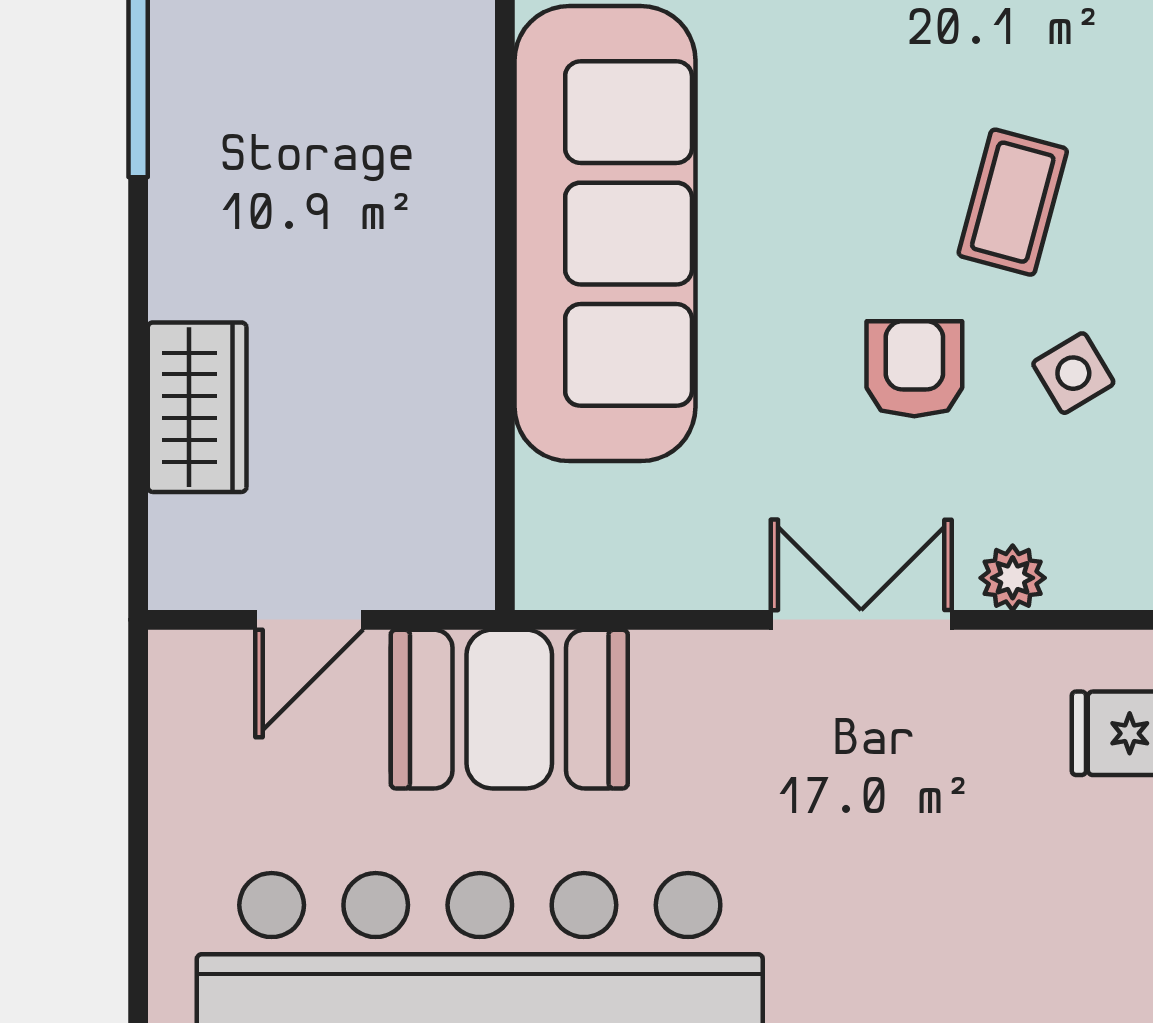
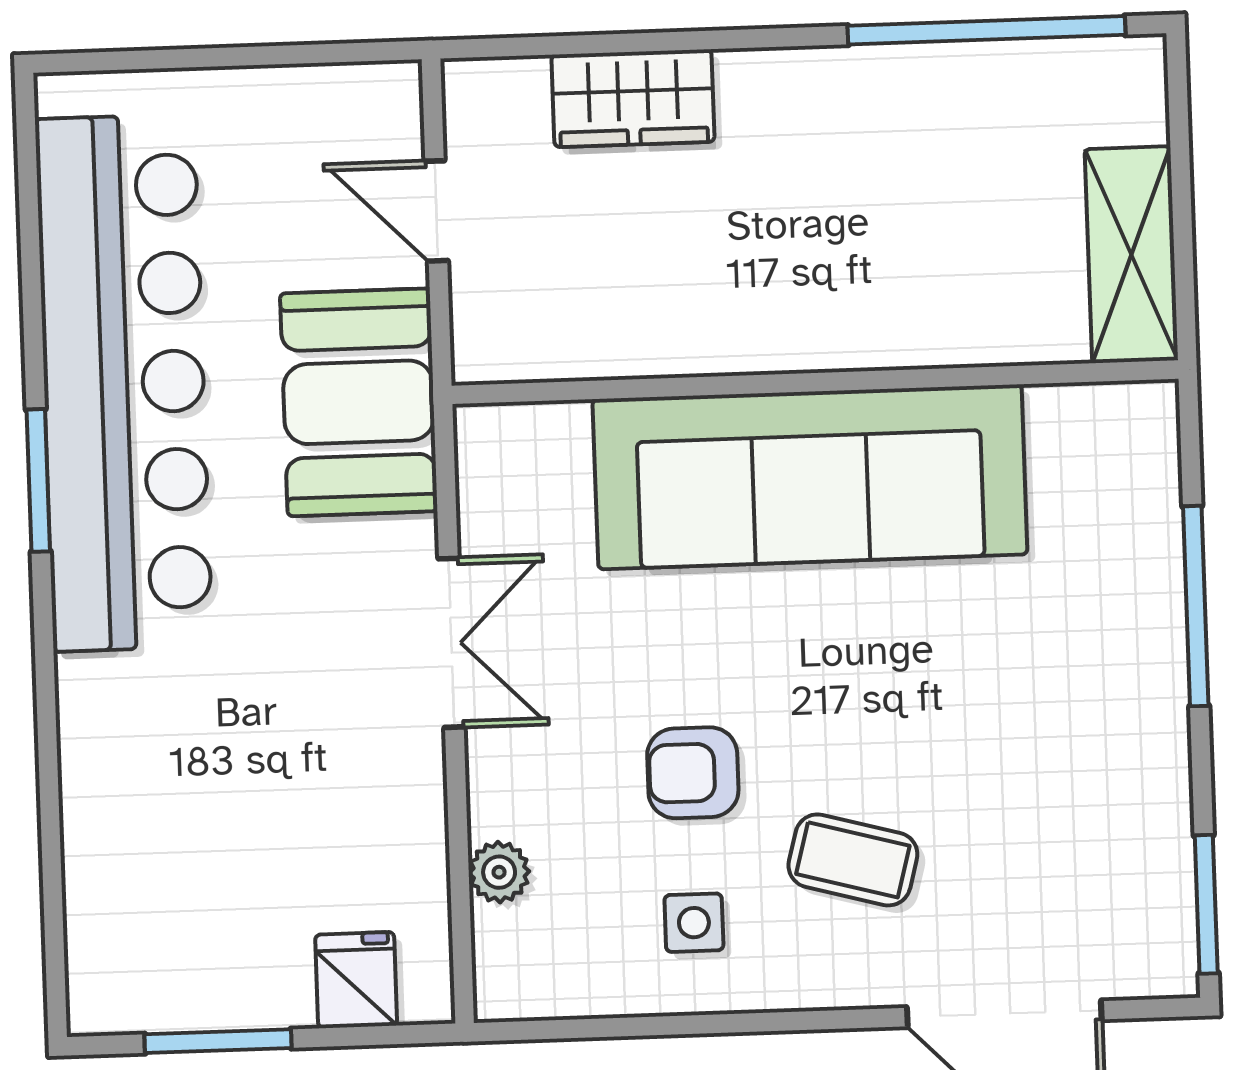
armchair: (914, 369) -> (693, 773), turned 180
side table: (1073, 373) -> (694, 923), turned 31
double door: (861, 620) -> (451, 643), moved

